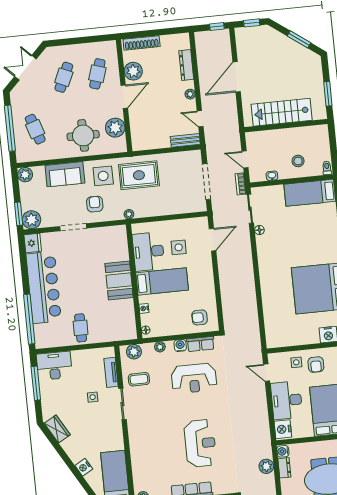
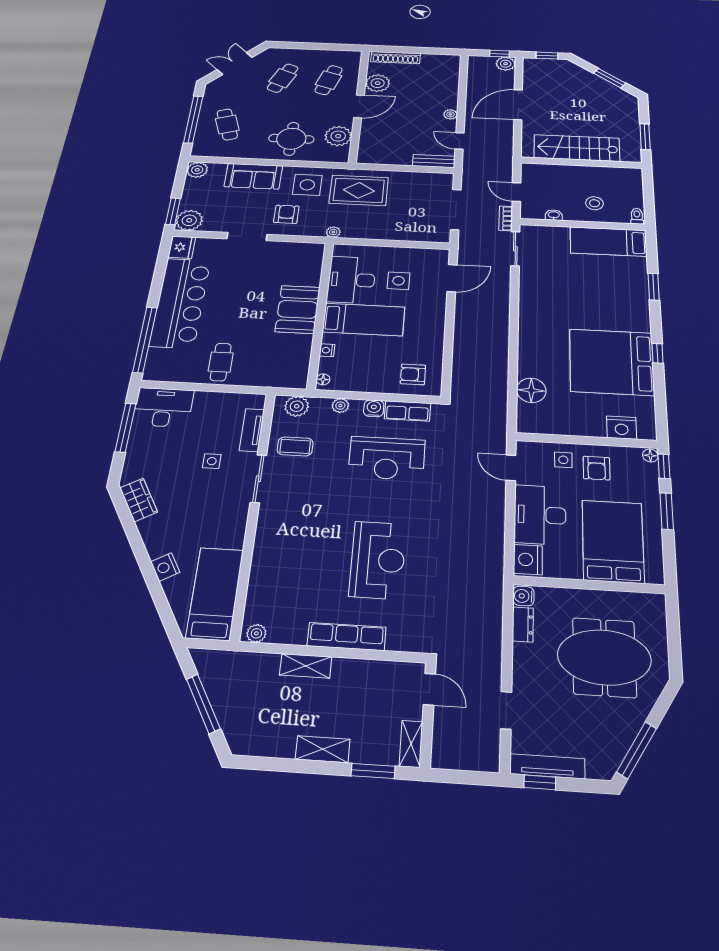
dresser: (186, 65) -> (451, 85), removed
floor lamp: (259, 230) -> (531, 390), moved, width x1.89, depth x1.89
plant: (266, 466) -> (506, 64), moved

